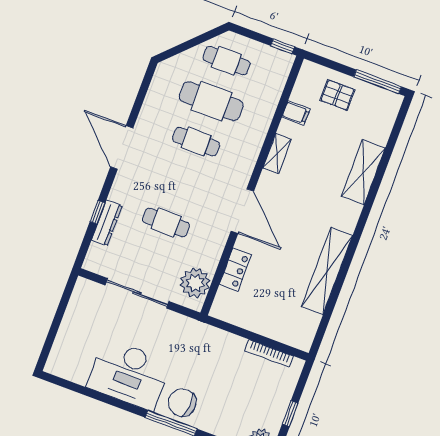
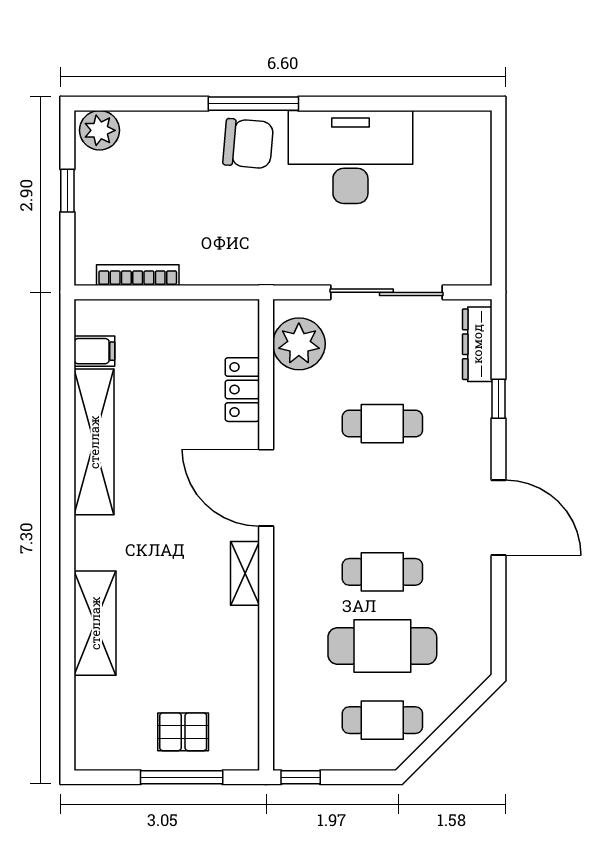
window: (378, 82) -> (182, 777), moved
filing cabinet: (296, 113) -> (94, 351), moved, turned 180
shelving: (277, 154) -> (245, 573), moved
dresser: (107, 223) -> (477, 344), moved

